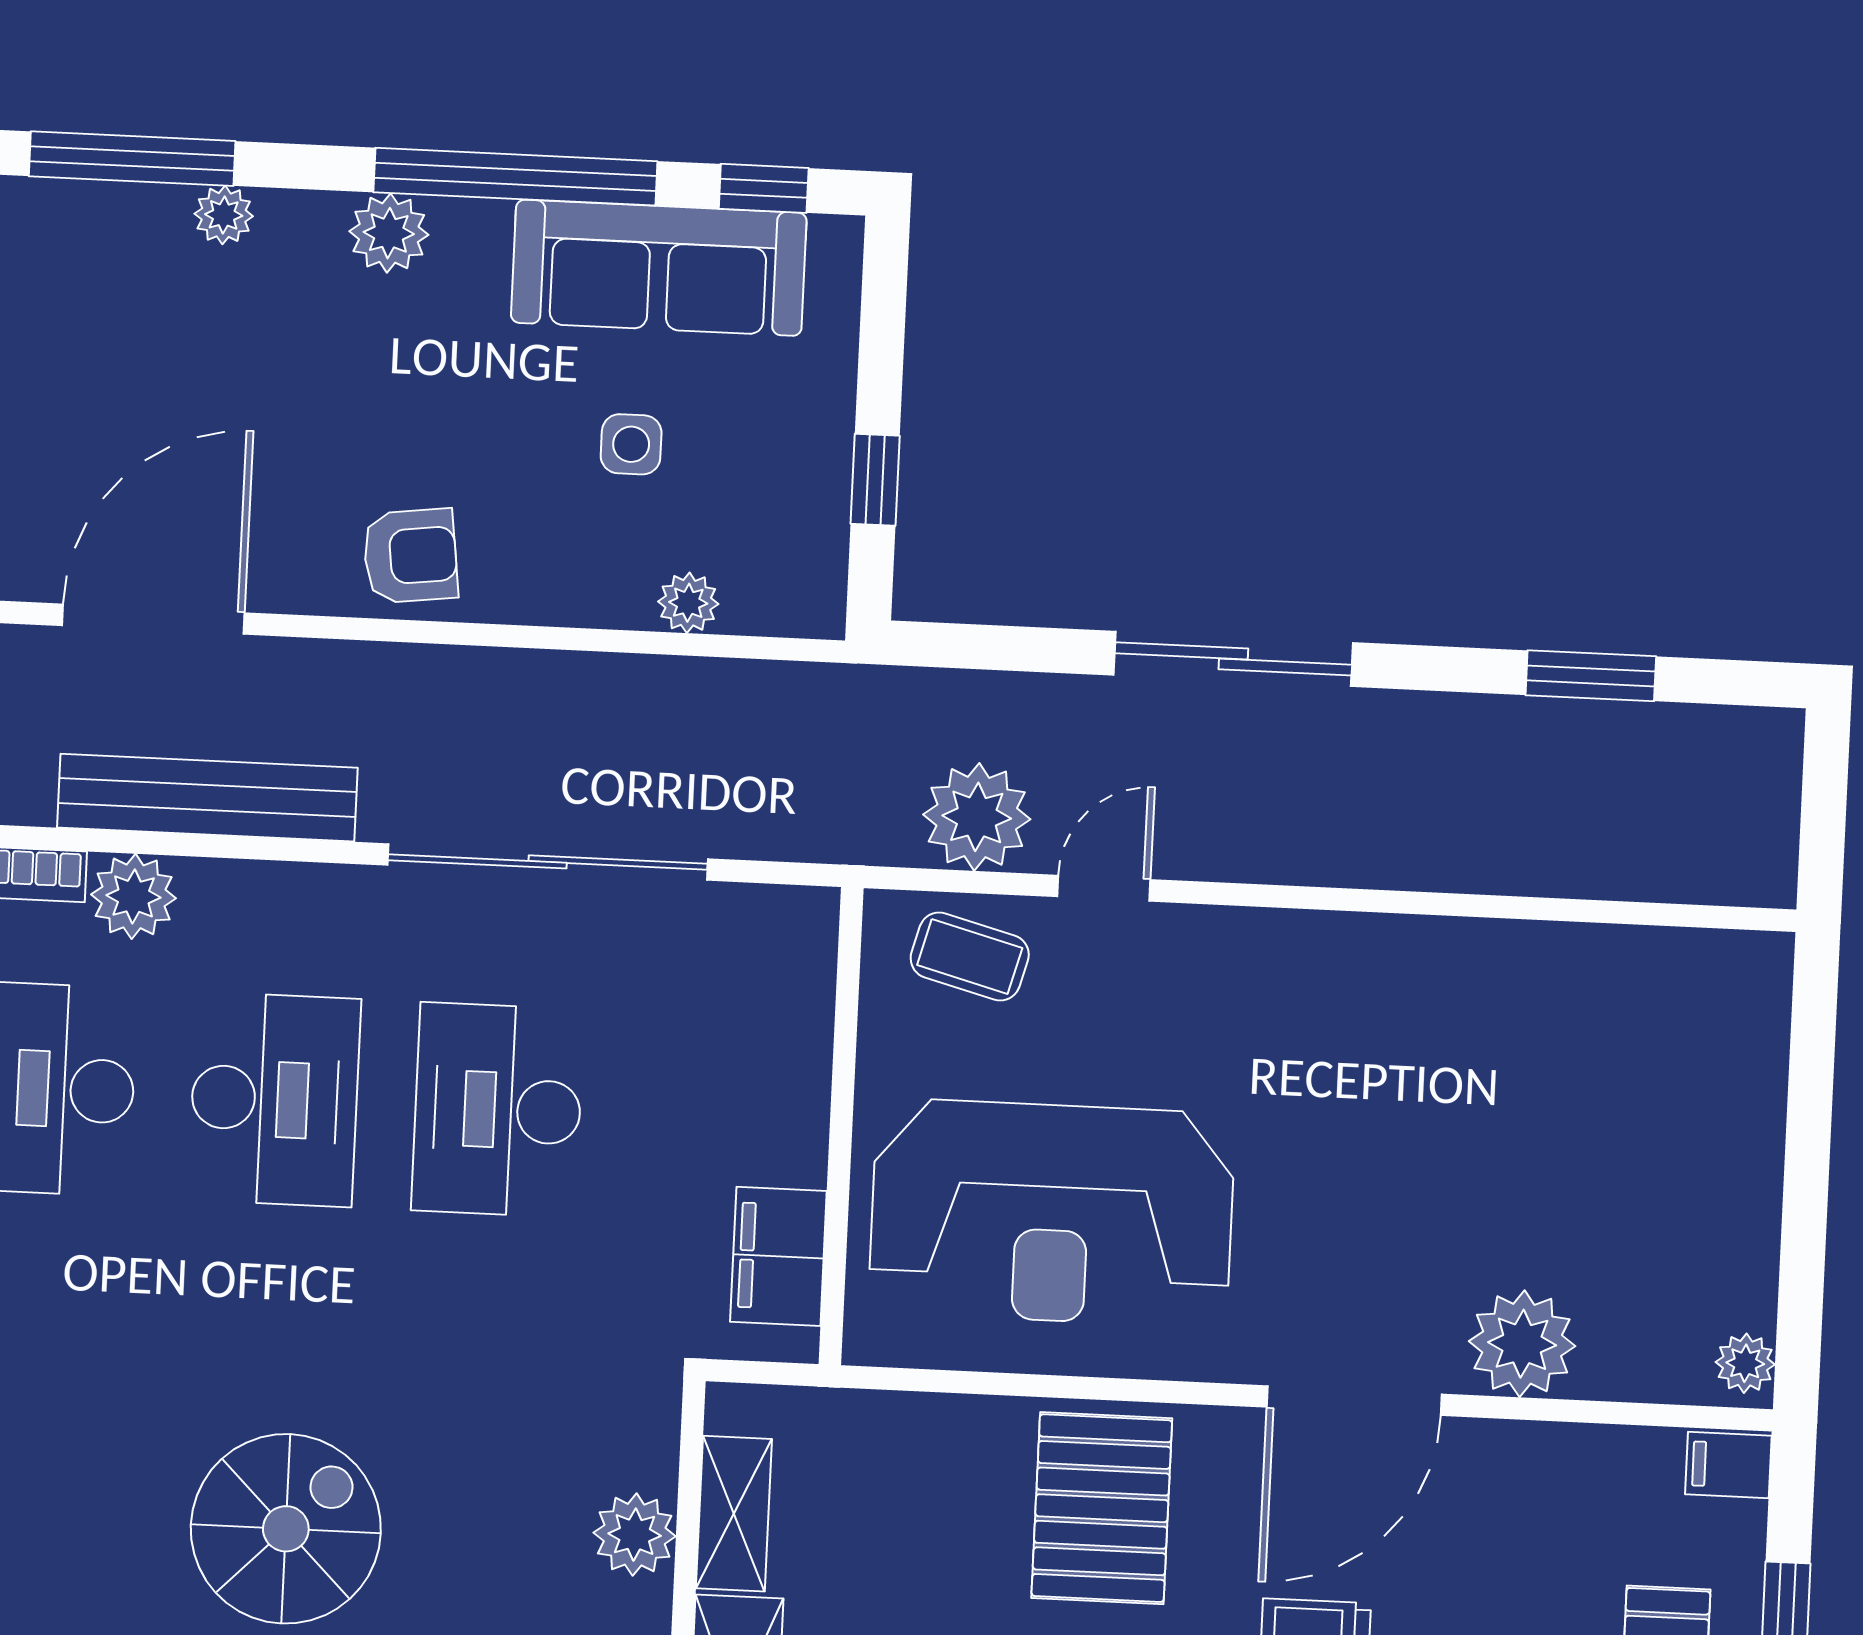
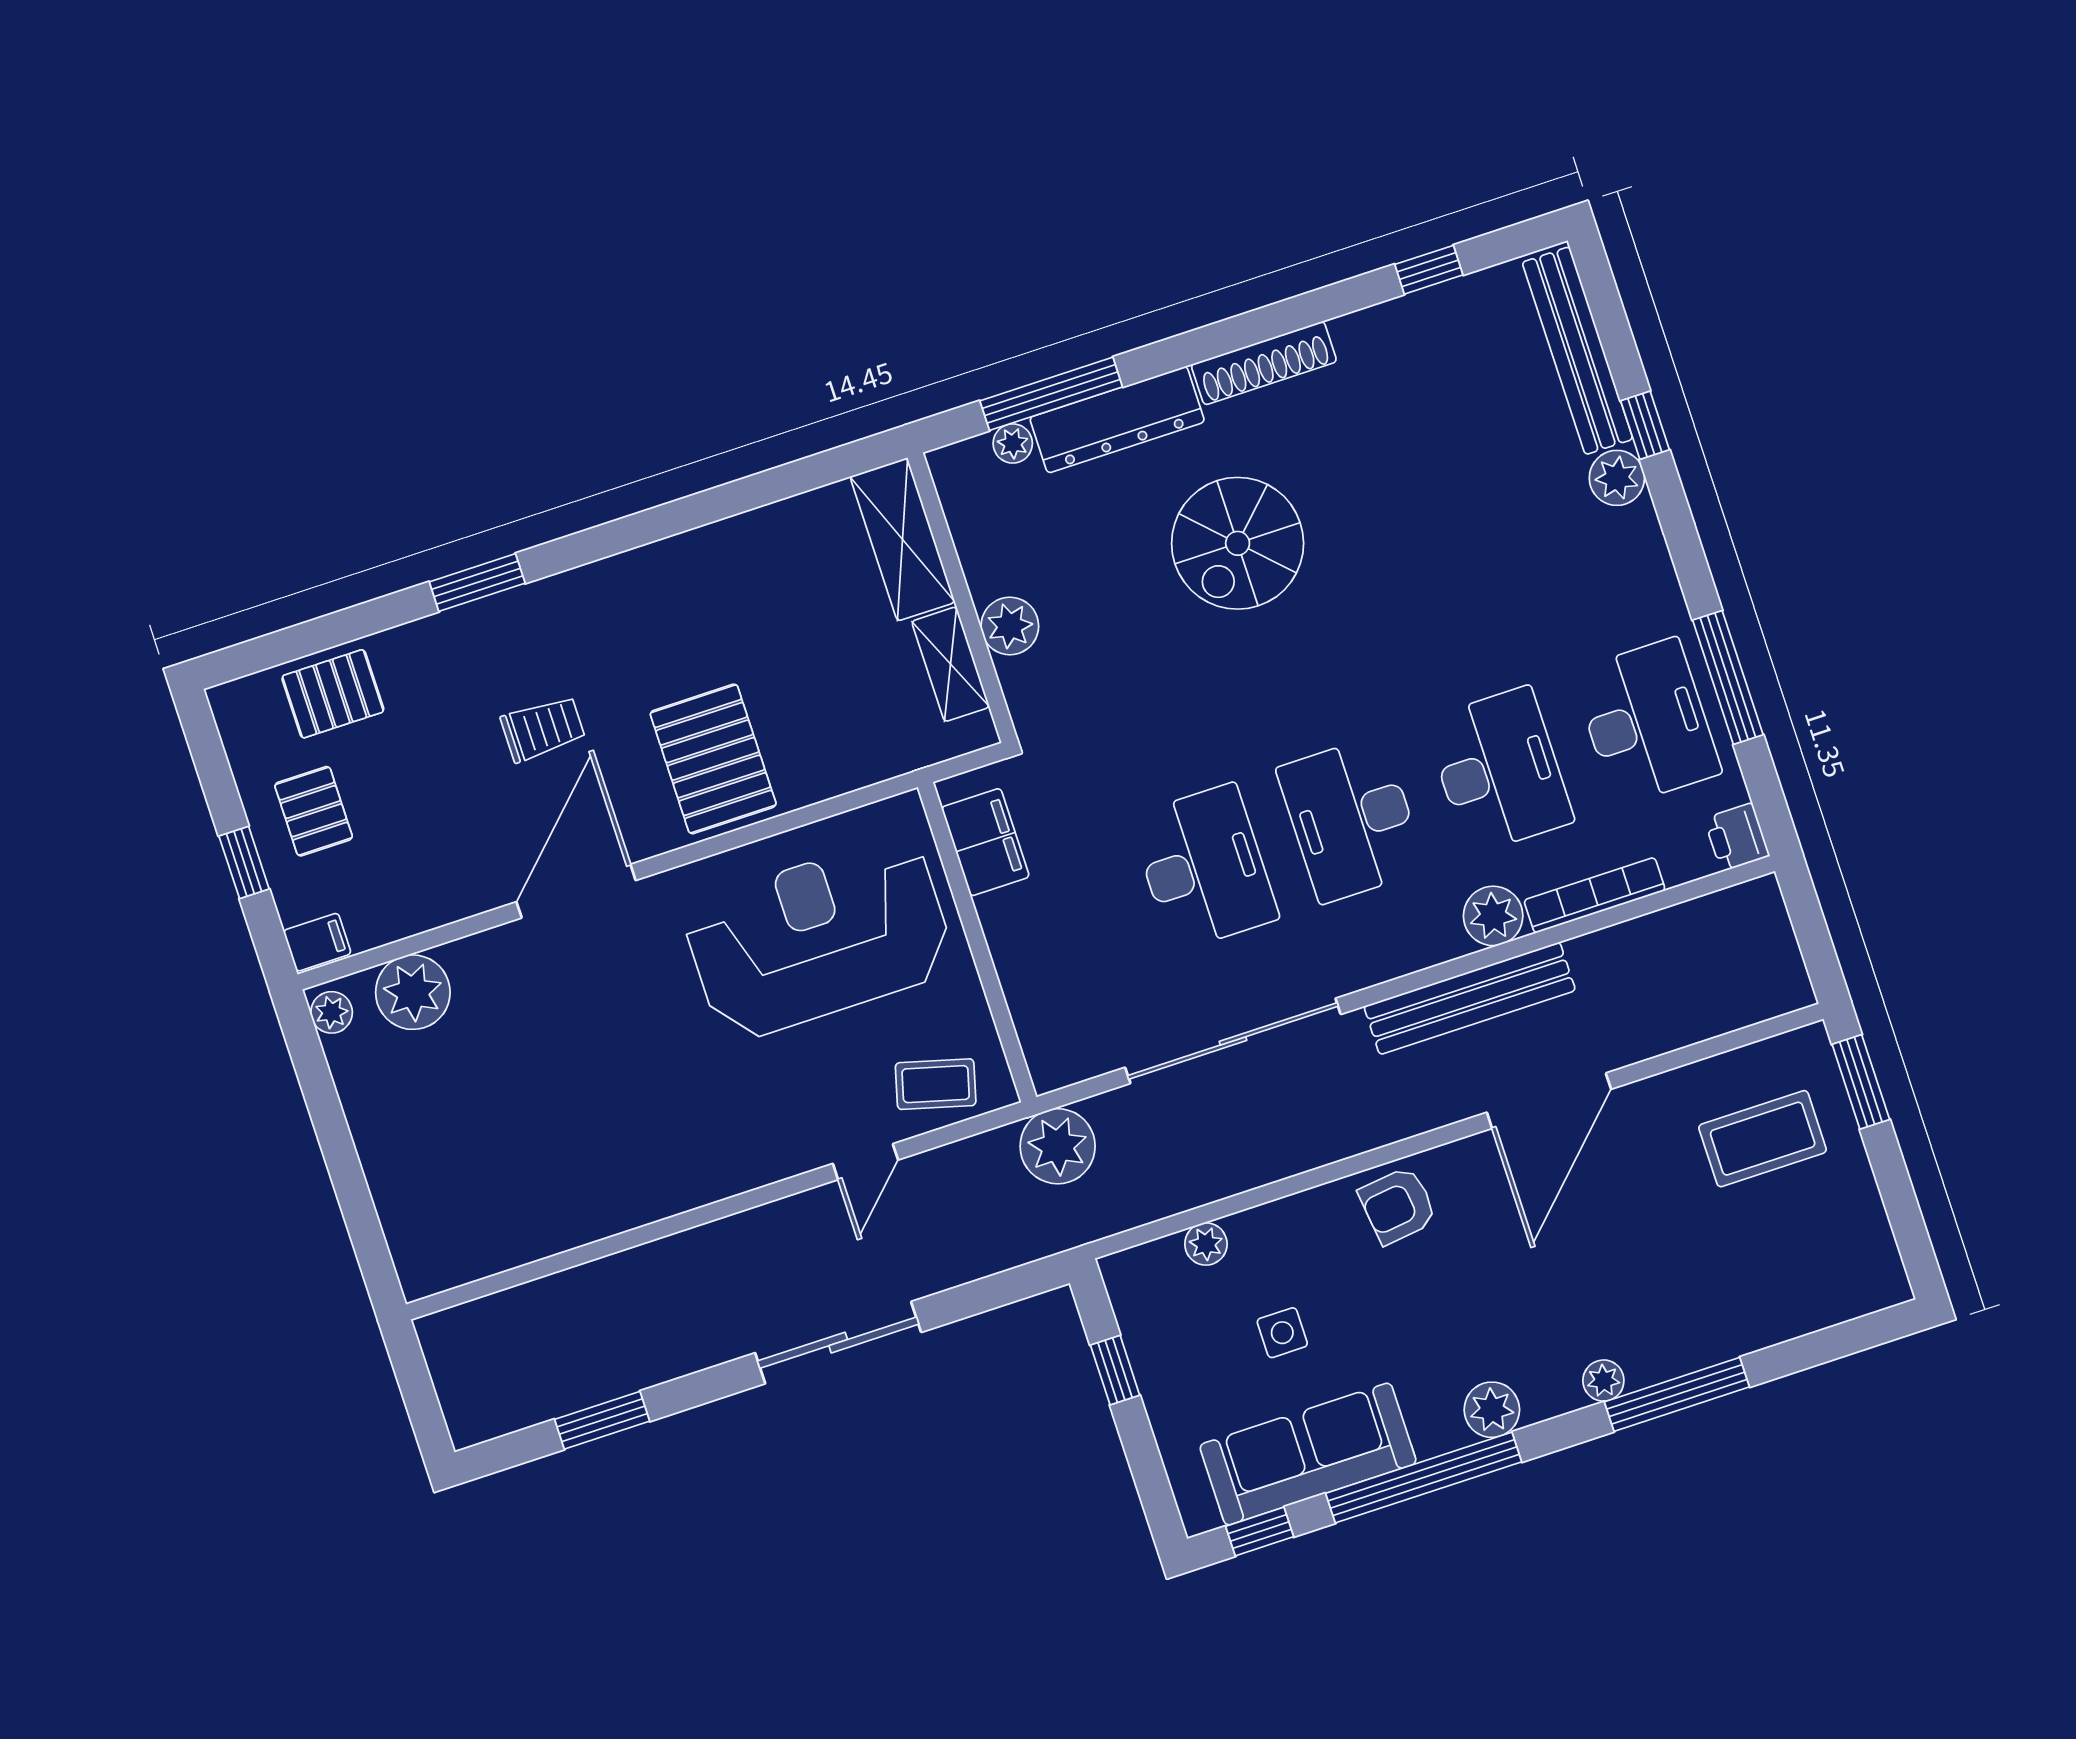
plant: (977, 817) -> (1058, 1146), moved
plant: (1522, 1344) -> (413, 992), moved

